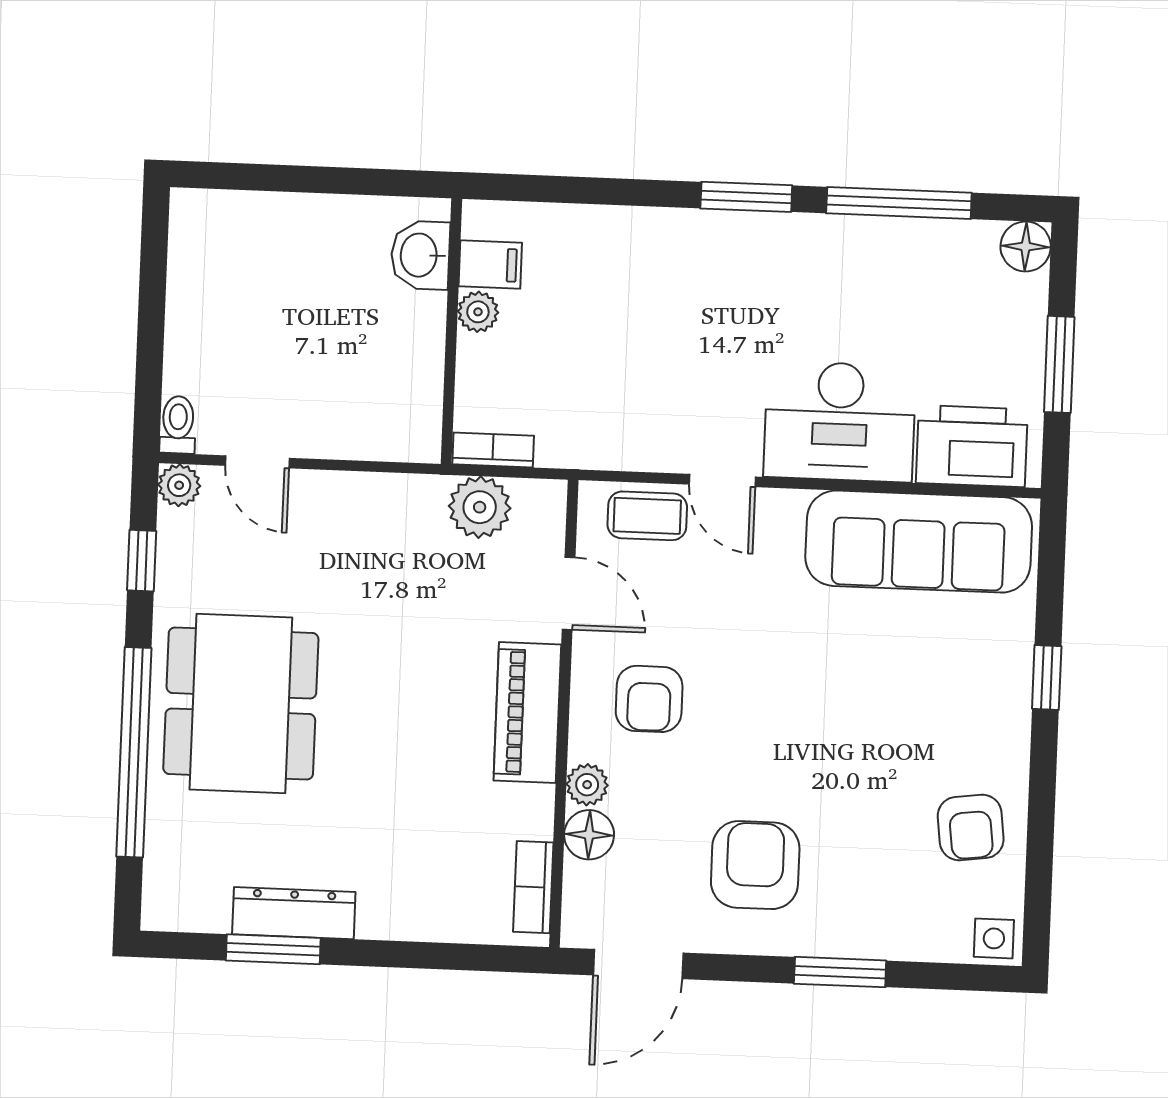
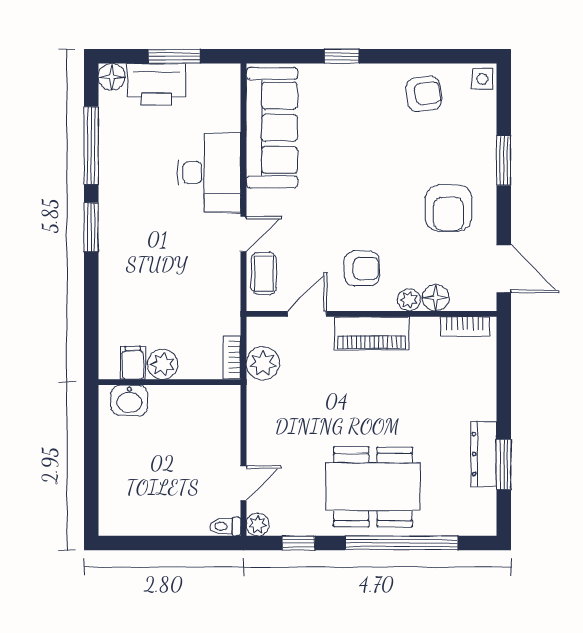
plant: (478, 312) -> (163, 364), width x1.38, depth x1.38
printer: (972, 446) -> (157, 84), moved, turned -90
armchair: (755, 865) -> (448, 208), turned -90

